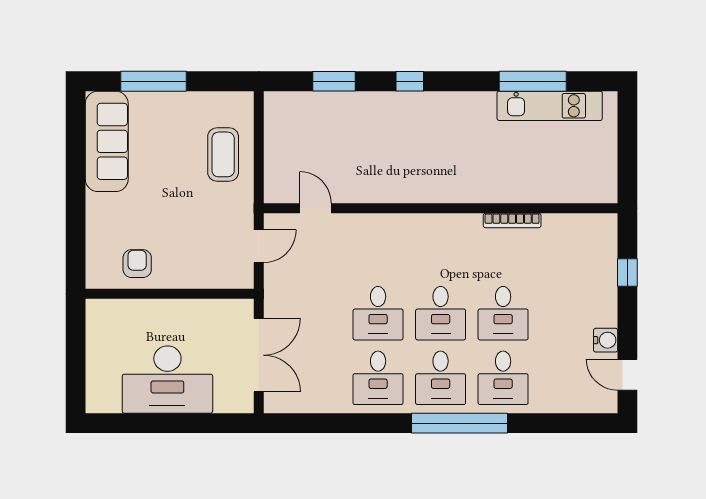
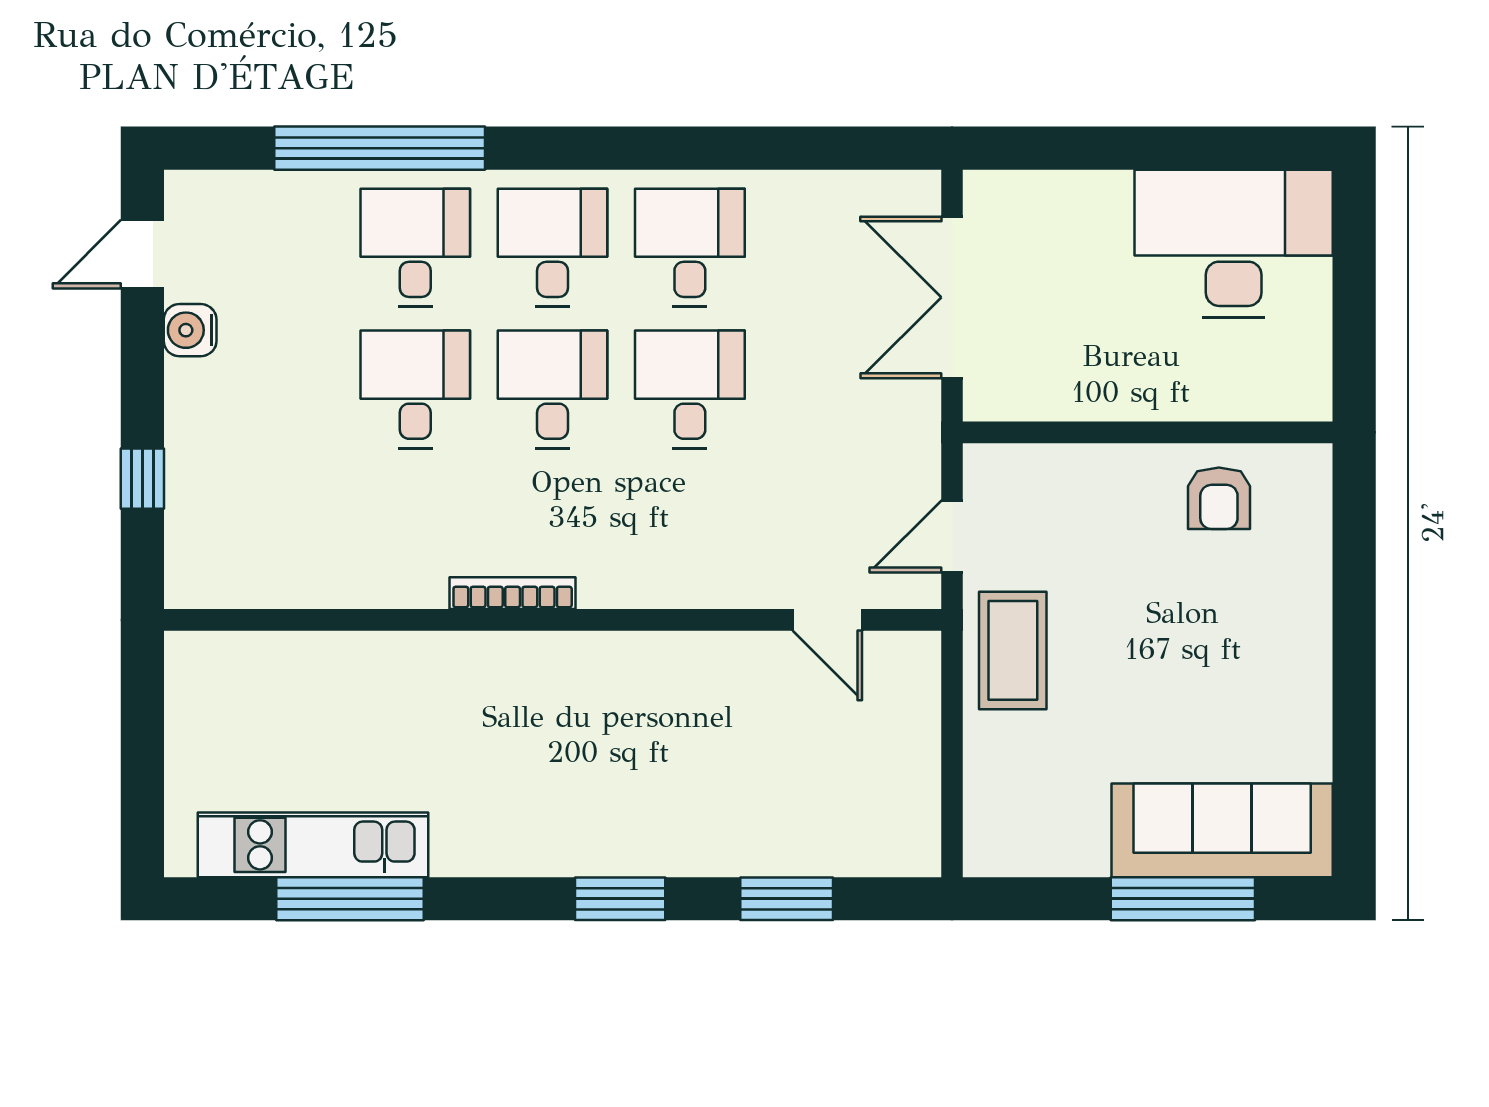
window: (410, 81) -> (620, 899), width x1.50
sofa: (107, 141) -> (1222, 830), moved, turned 90
coffee table: (223, 154) -> (1013, 650), moved
bookcase: (512, 220) -> (513, 593), moved
door: (627, 375) -> (142, 254), swing flipped
desk: (167, 380) -> (1234, 244), moved
window: (459, 423) -> (380, 148), moved

